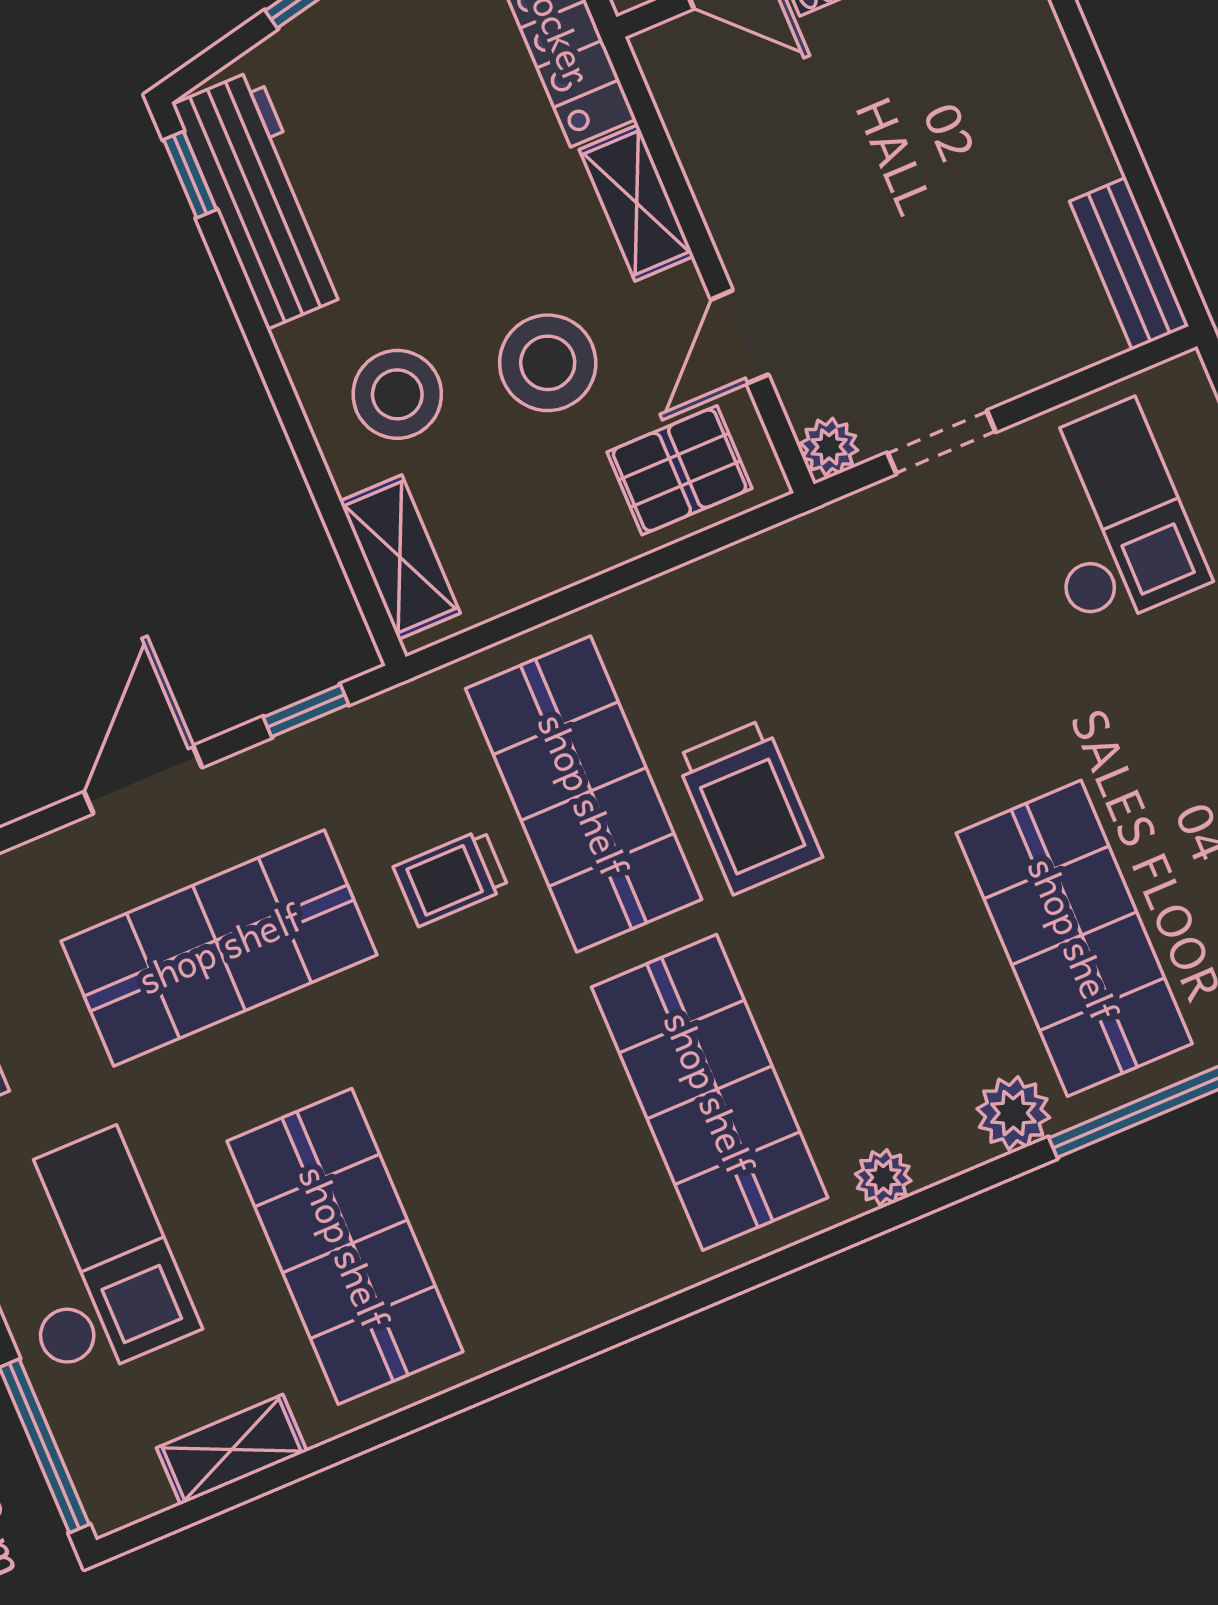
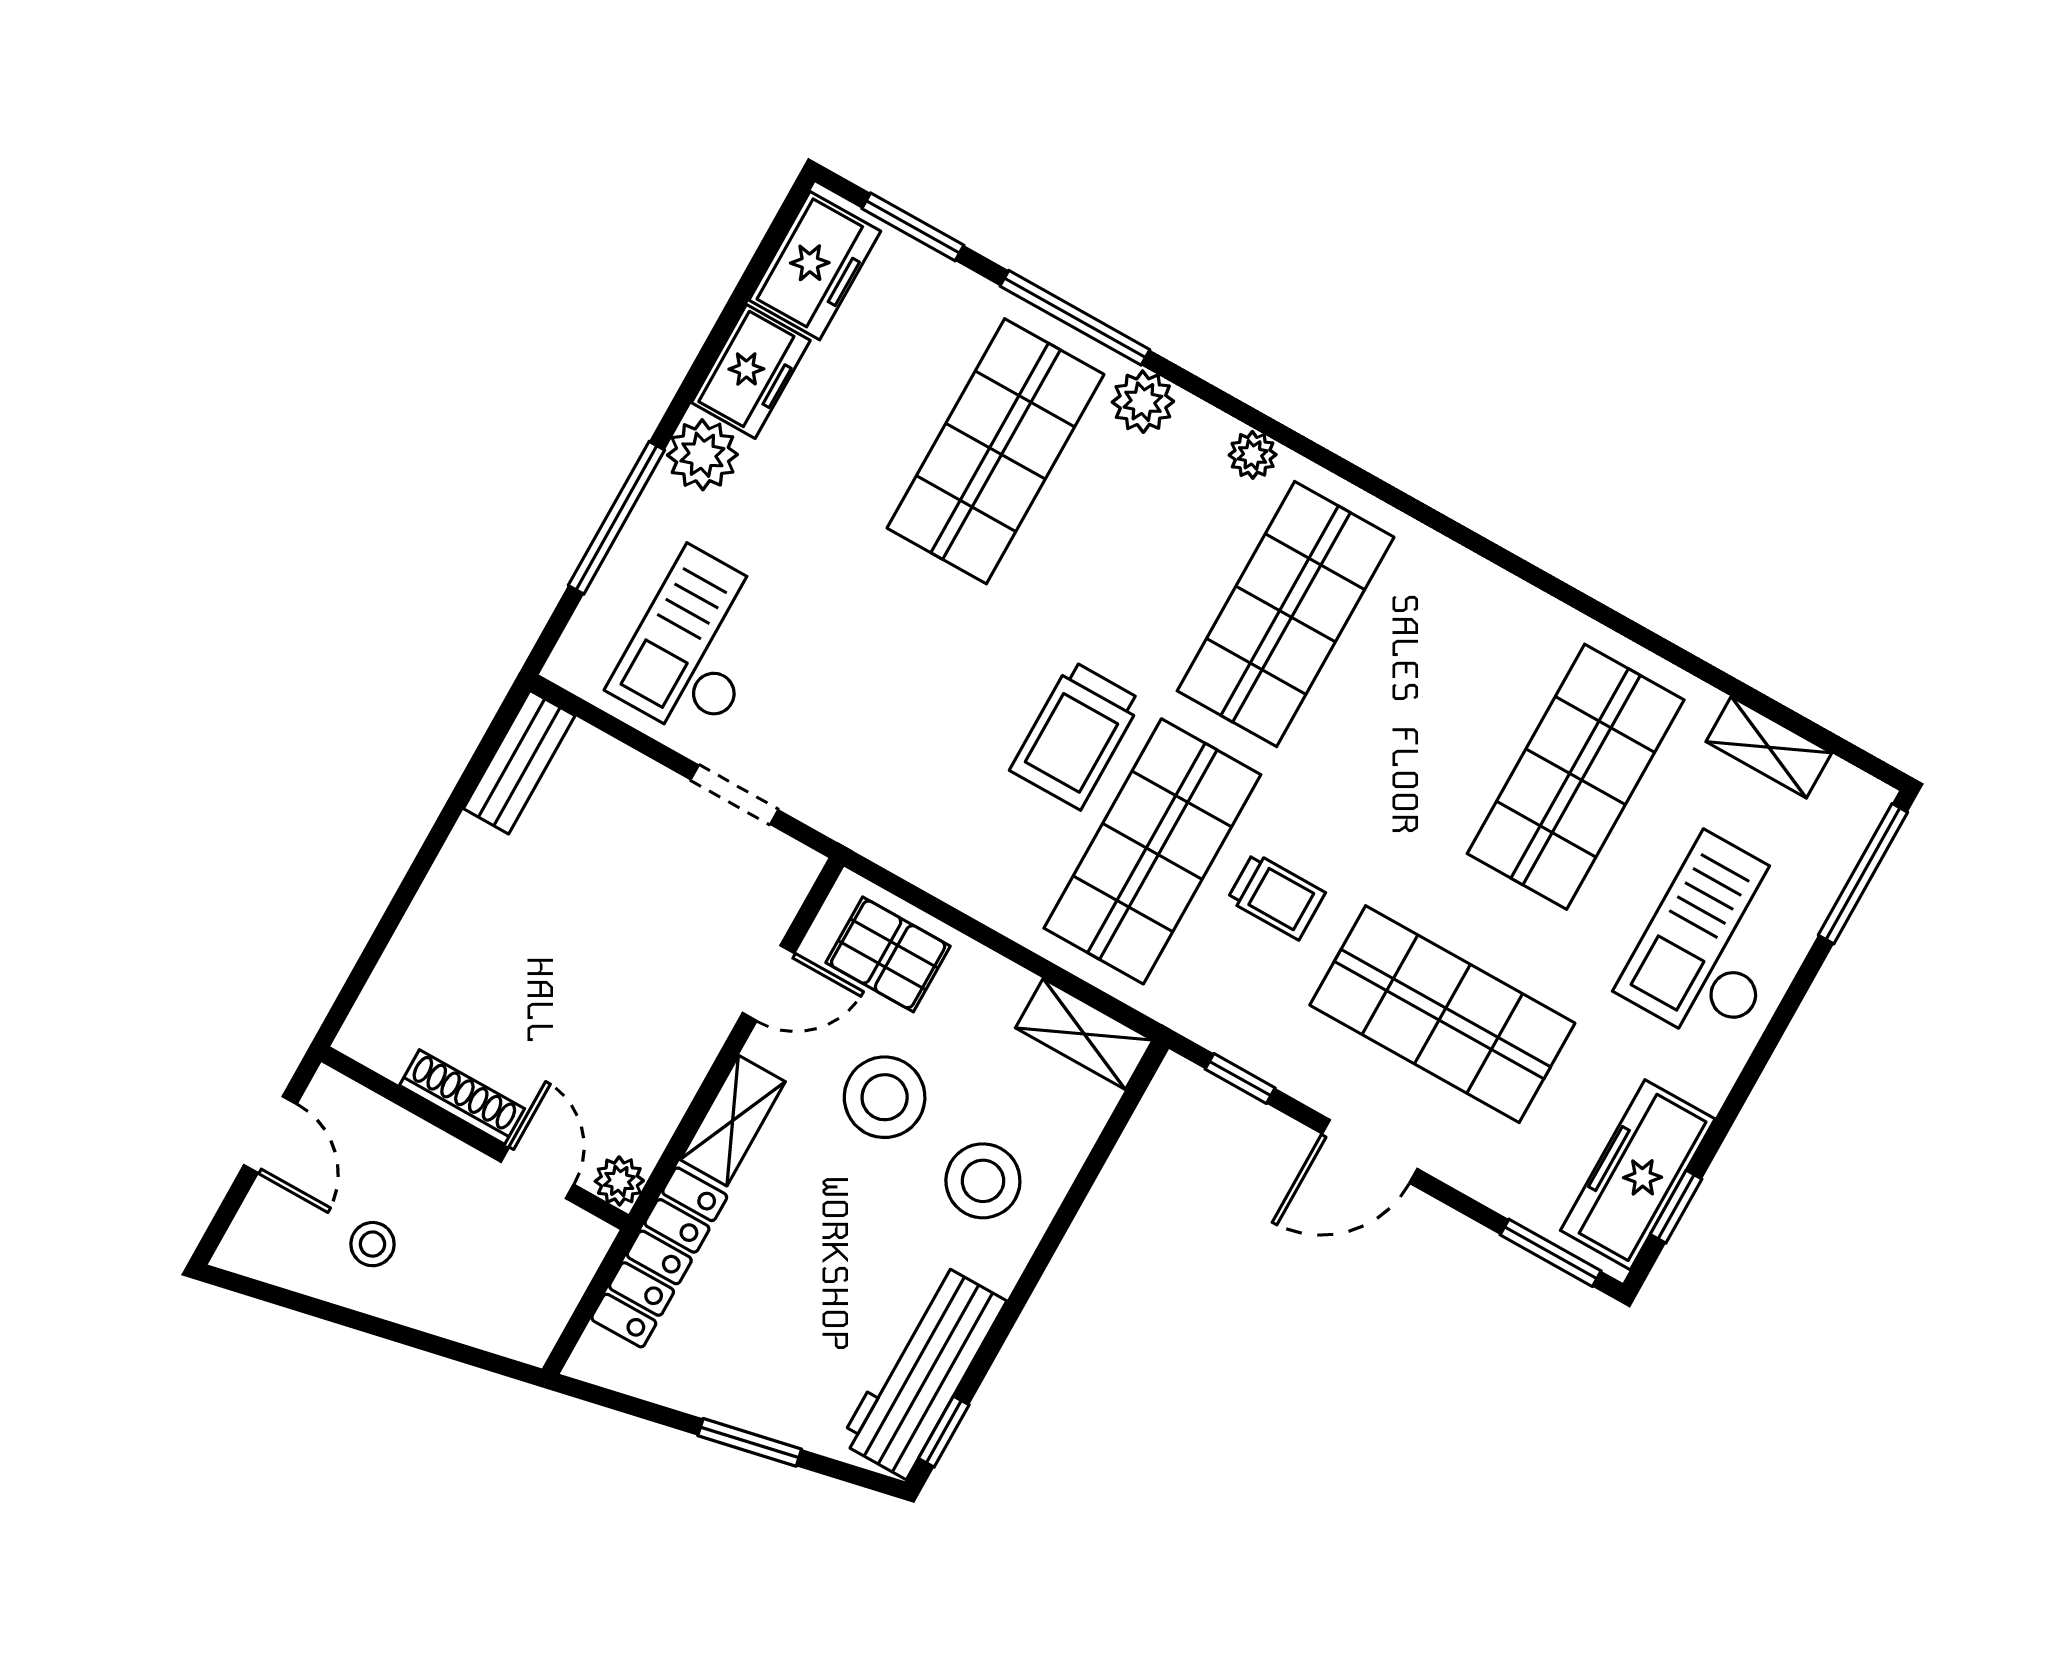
plant: (829, 447) -> (619, 1181), moved
shelving: (400, 557) -> (1084, 1034), moved, turned 90
trolley: (749, 807) -> (1076, 735), turned 180

